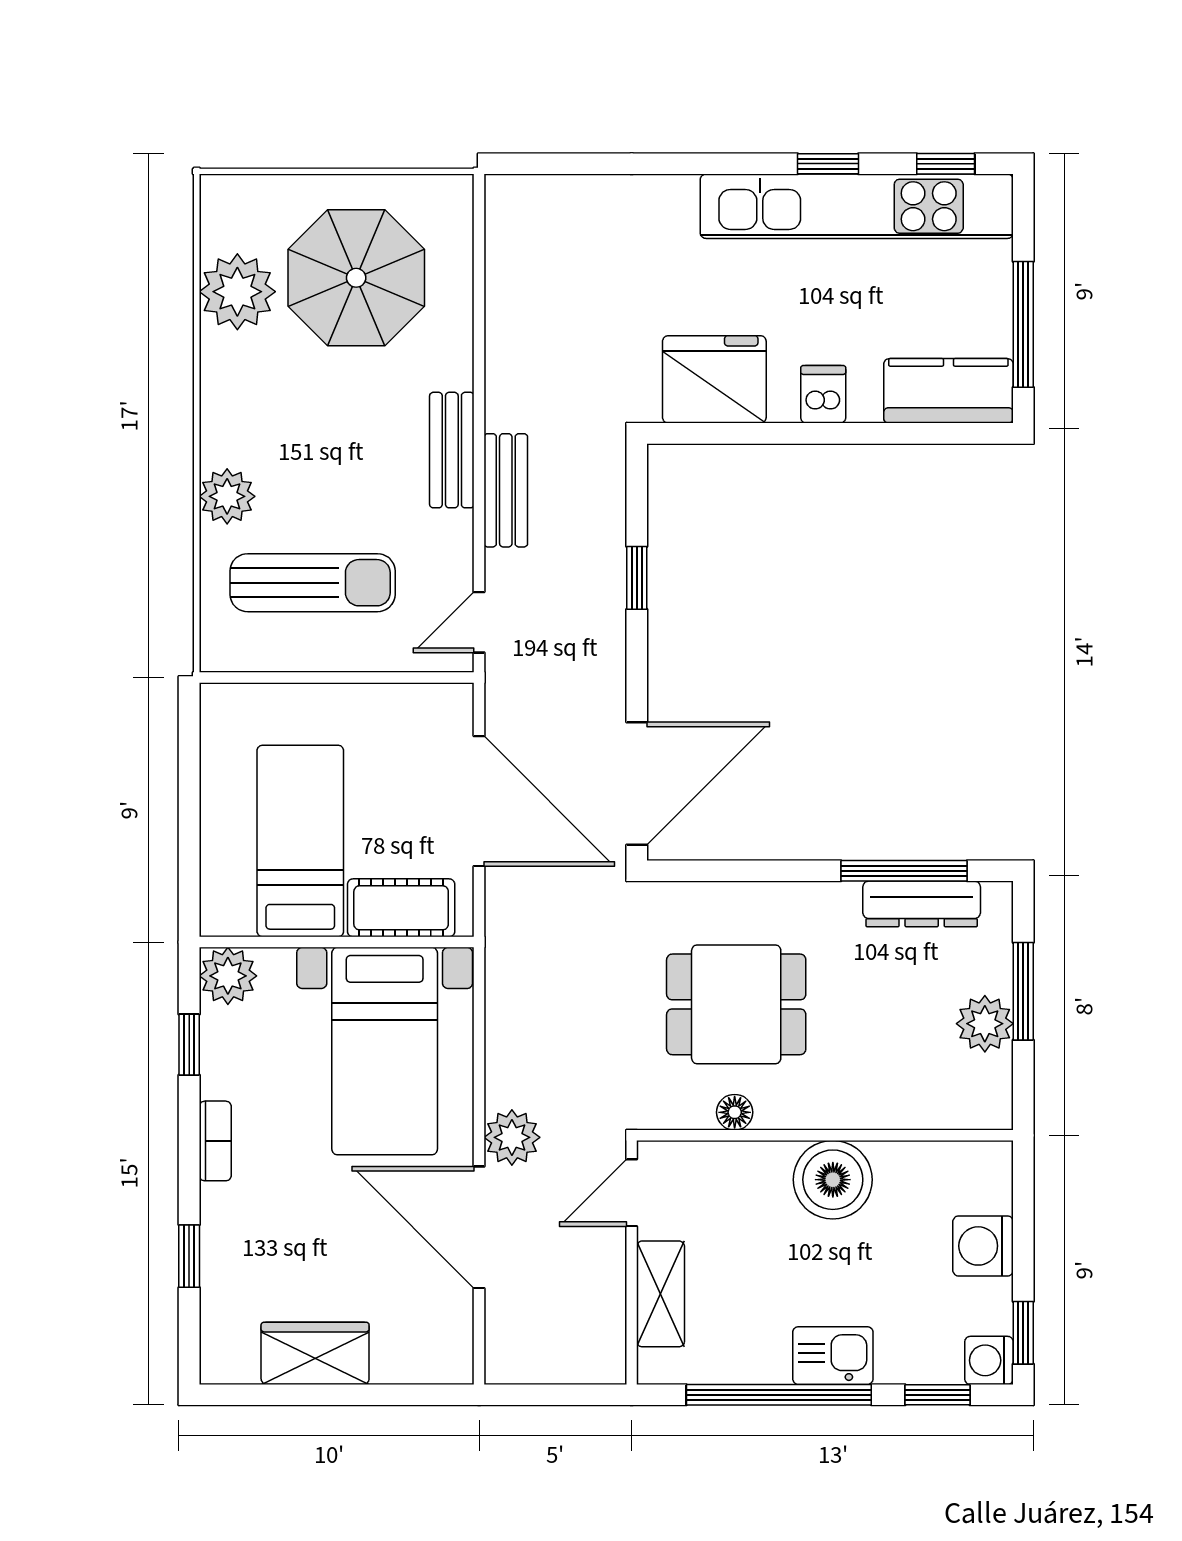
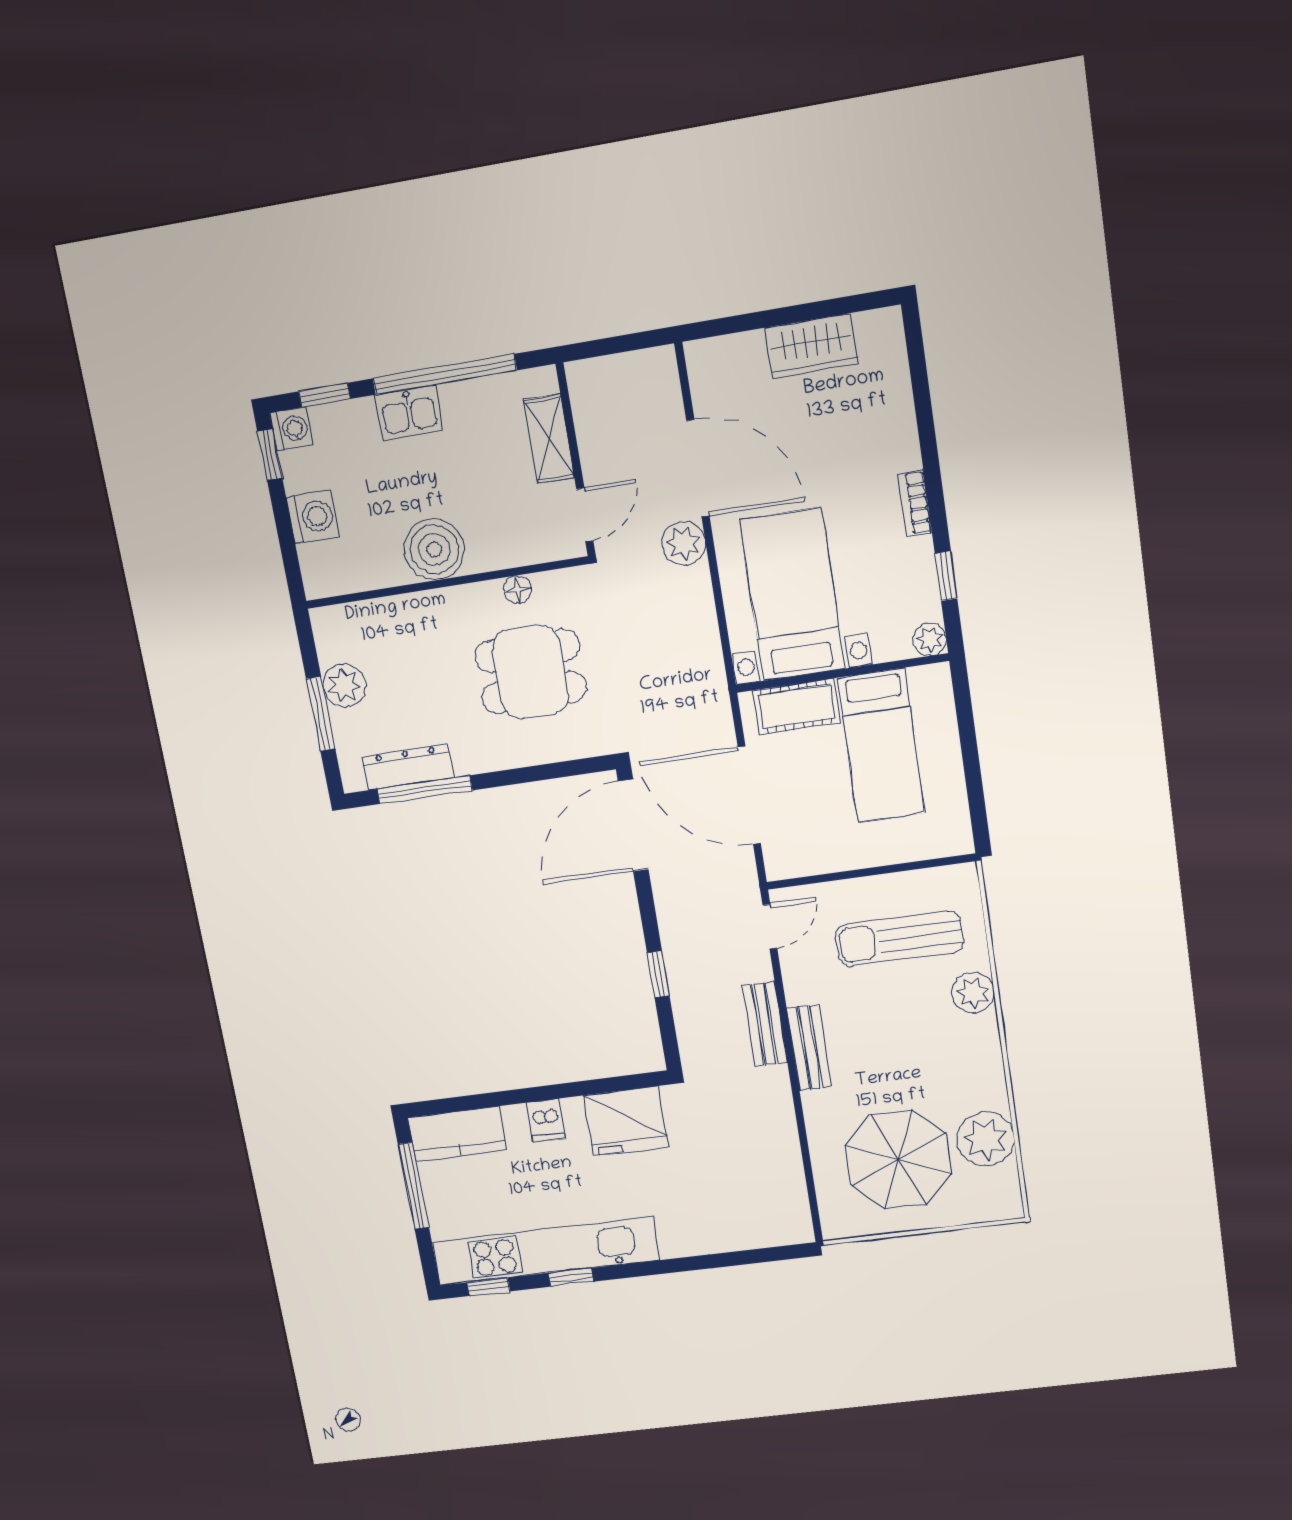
plant: (228, 976) -> (930, 639), width x0.73, depth x0.73
window: (189, 1256) -> (923, 408), removed

